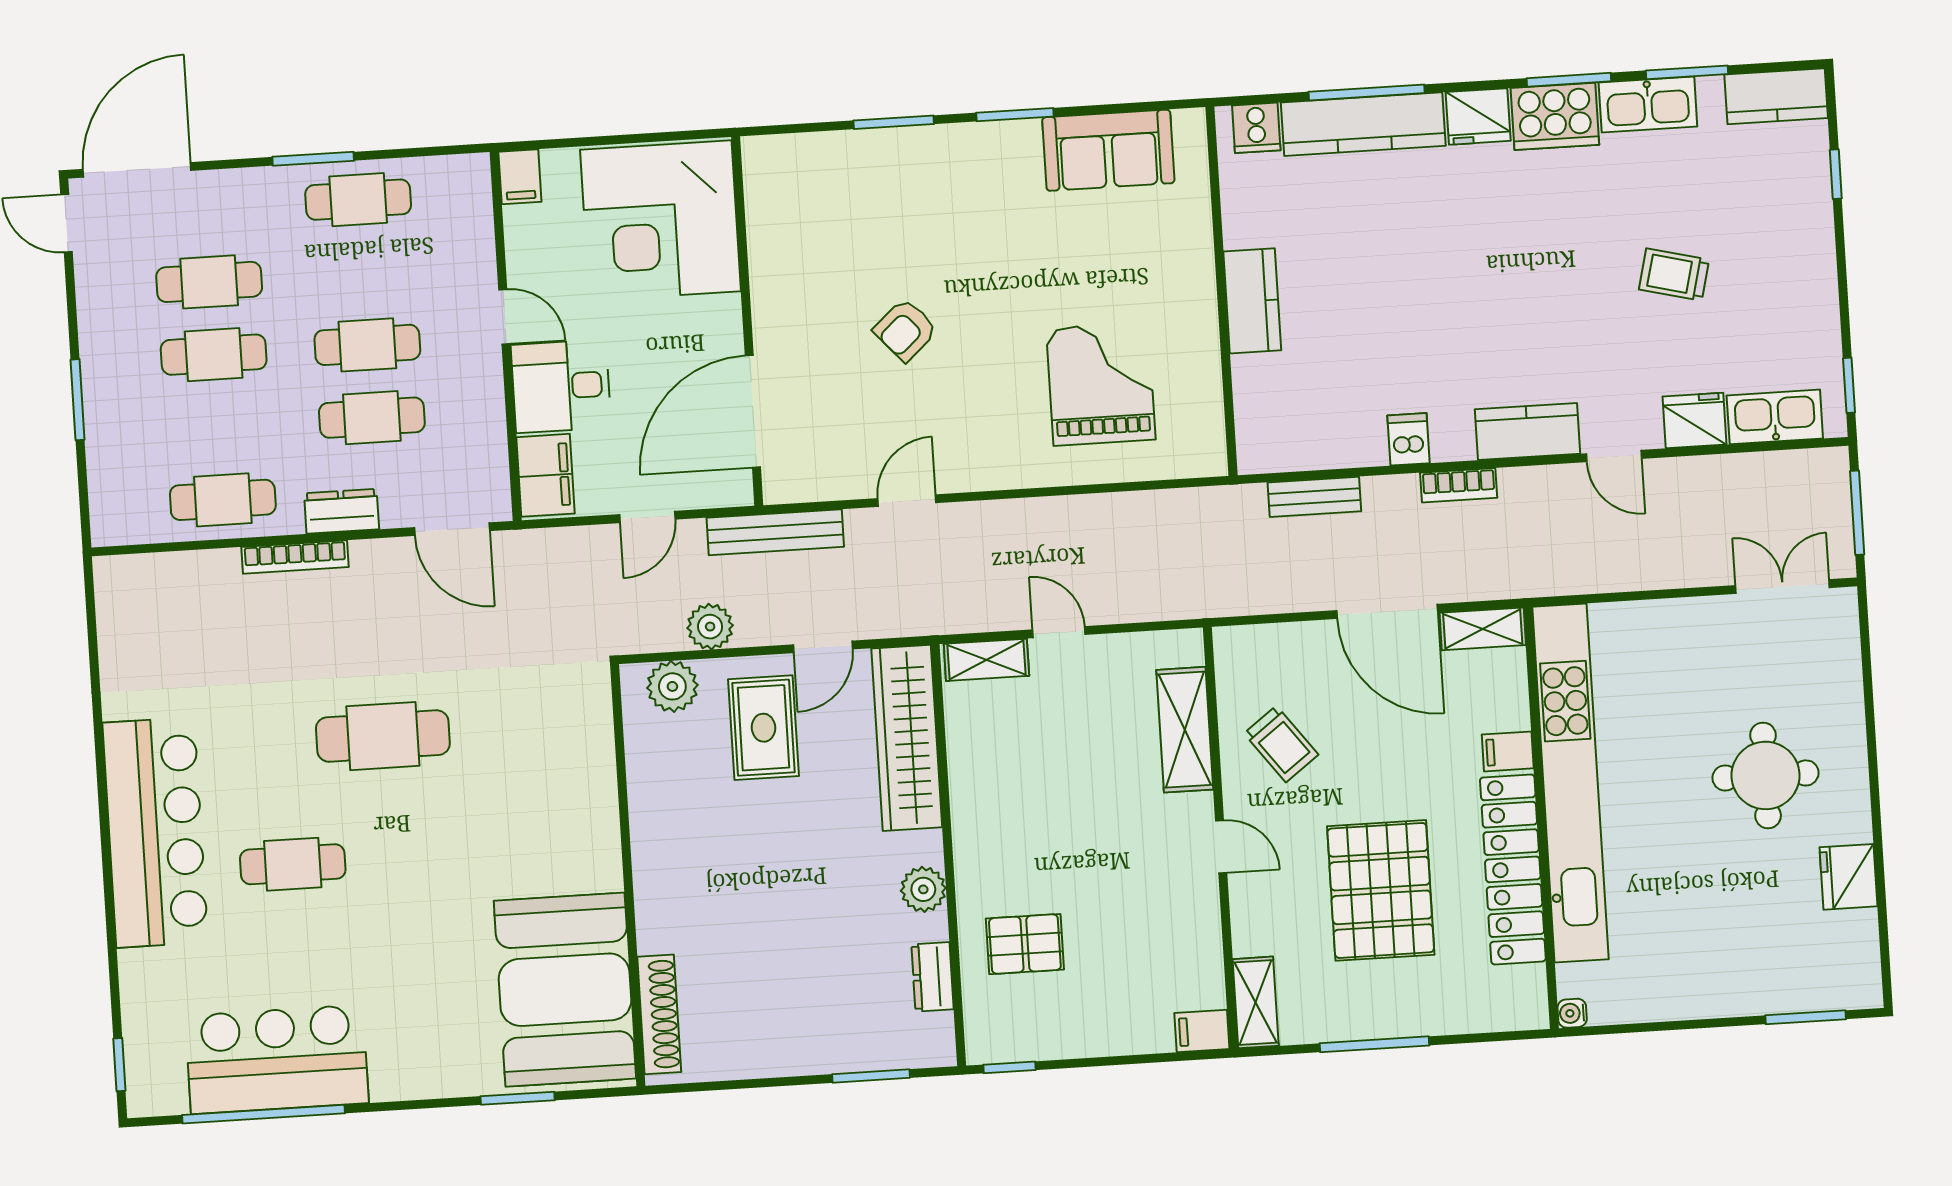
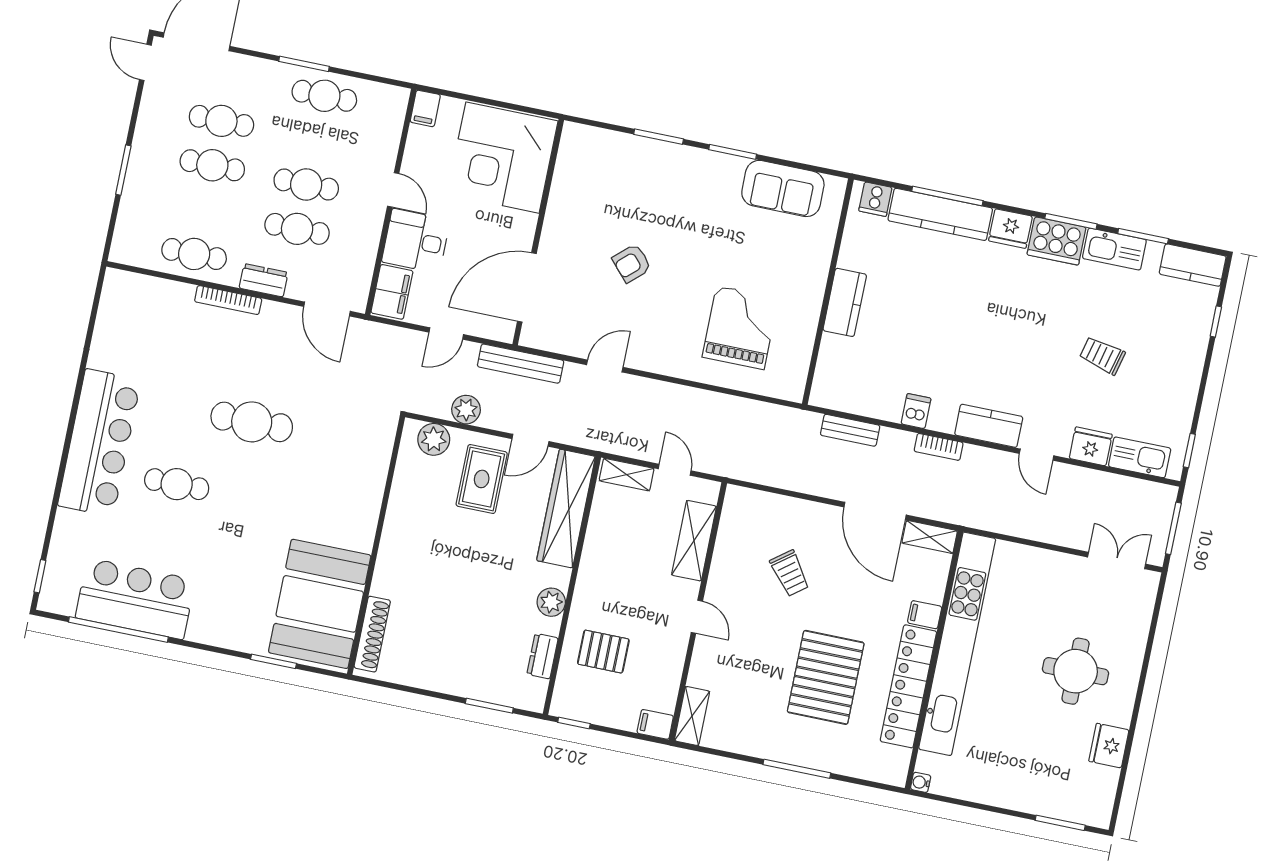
shelving: (1185, 730) -> (694, 541), moved
wall: (1221, 838) -> (698, 612), moved
door: (1221, 847) -> (697, 617), moved
shelving: (1256, 1002) -> (692, 716), moved
filing cabinet: (1202, 1031) -> (655, 724), moved

